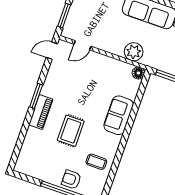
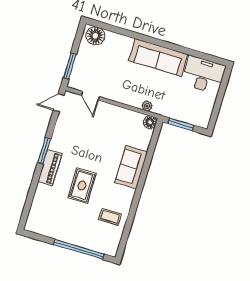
door: (82, 45) -> (90, 96), hinge flipped
plant: (134, 52) -> (147, 106), width x0.53, depth x0.53
armchair: (71, 180) -> (85, 236), removed

